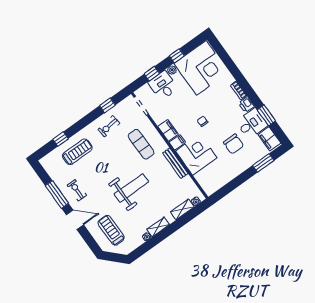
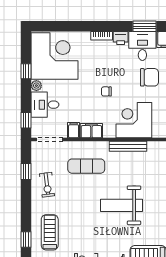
window: (152, 74) -> (26, 120), moved
filing cabinet: (177, 142) -> (74, 130), moved
weight bench: (131, 188) -> (121, 205), turned -90

